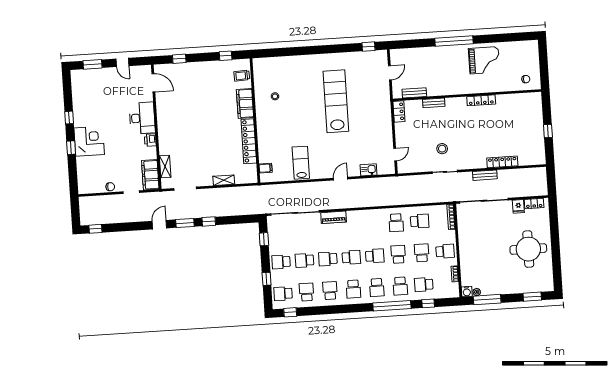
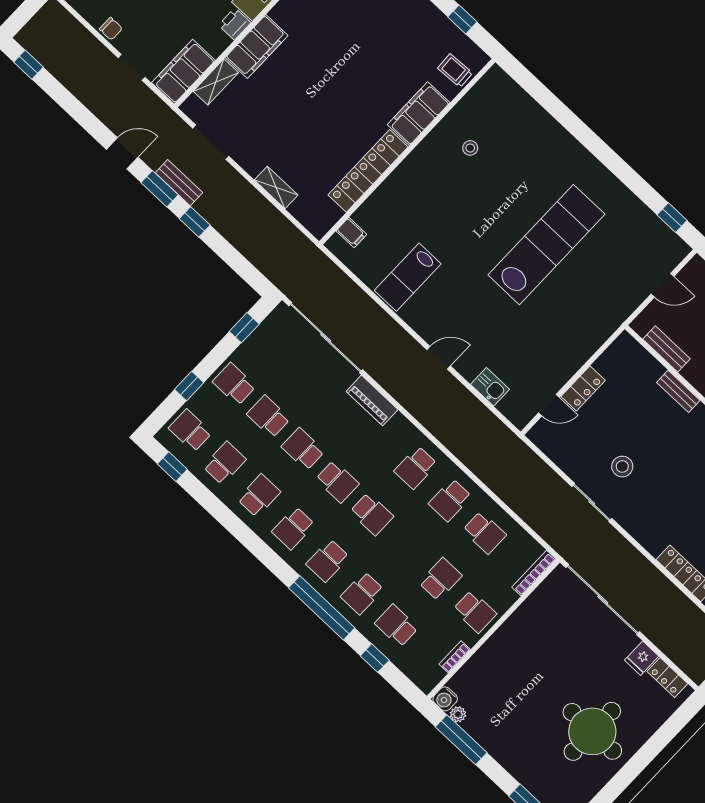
locker: (399, 111) -> (583, 388), moved
filing cabinet: (166, 140) -> (257, 47), added
lab bench: (301, 163) -> (408, 277), turned 180
bench: (485, 175) -> (179, 183), moved
school desk: (398, 254) -> (416, 468), moved, turned 180

